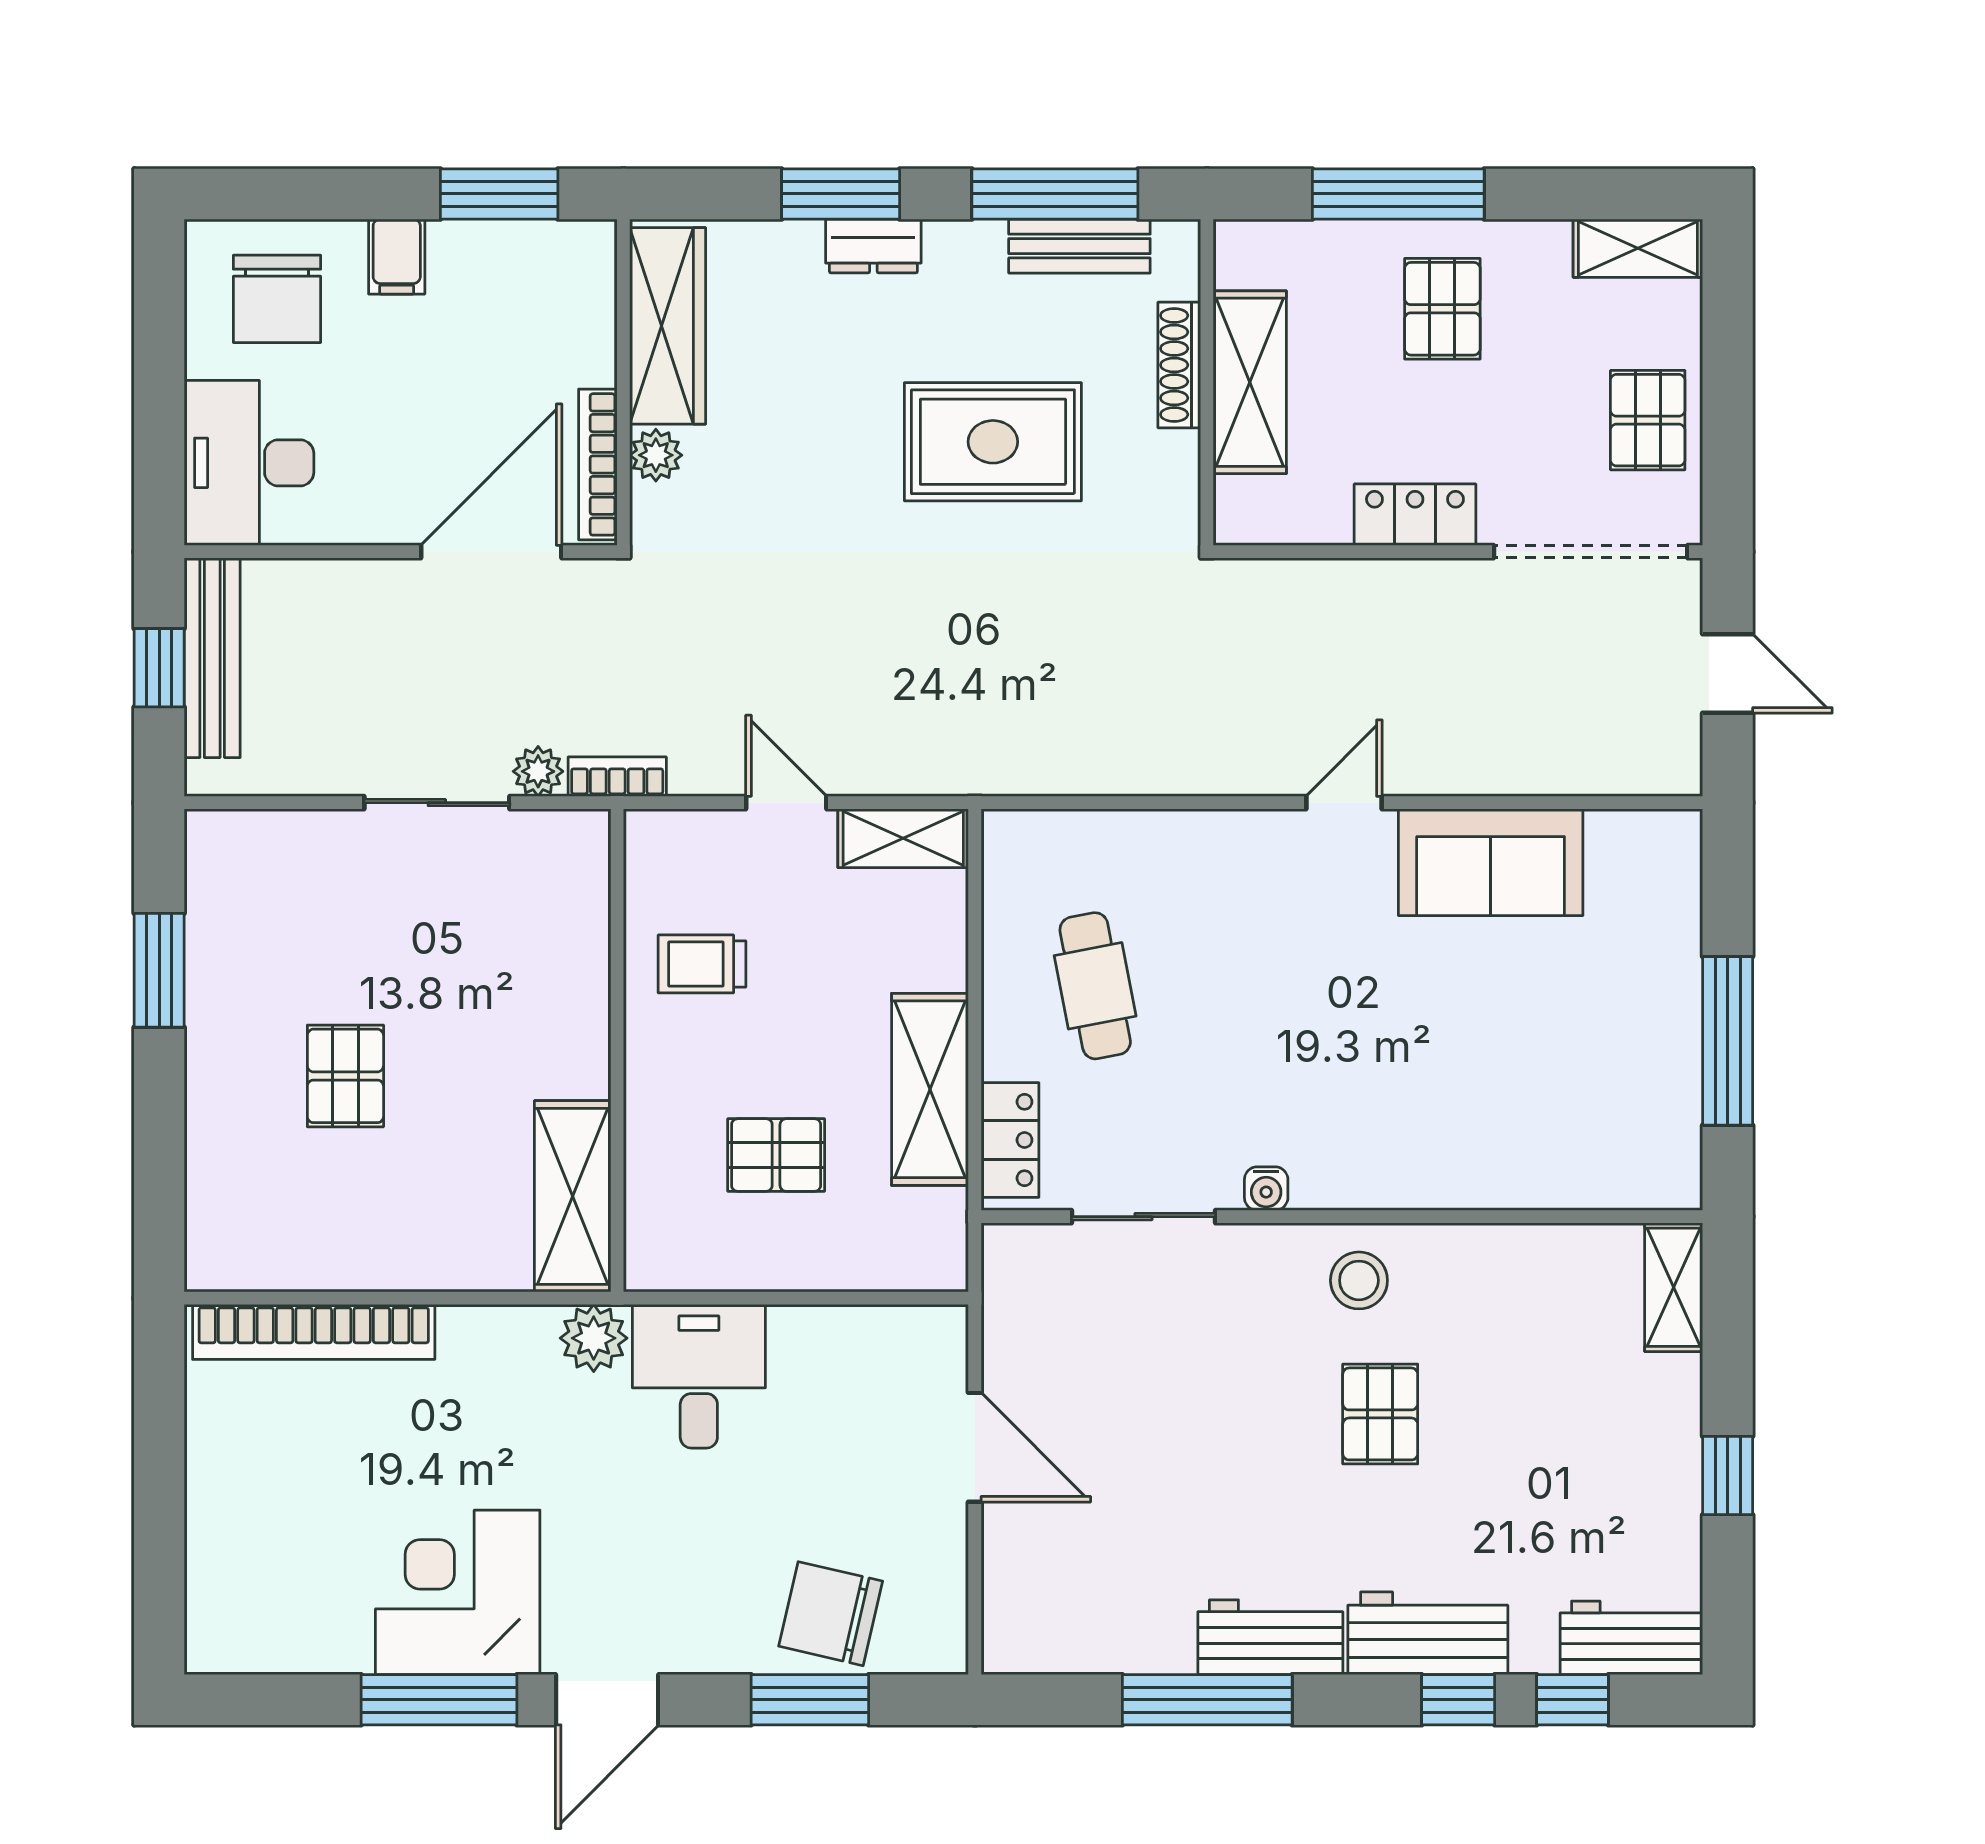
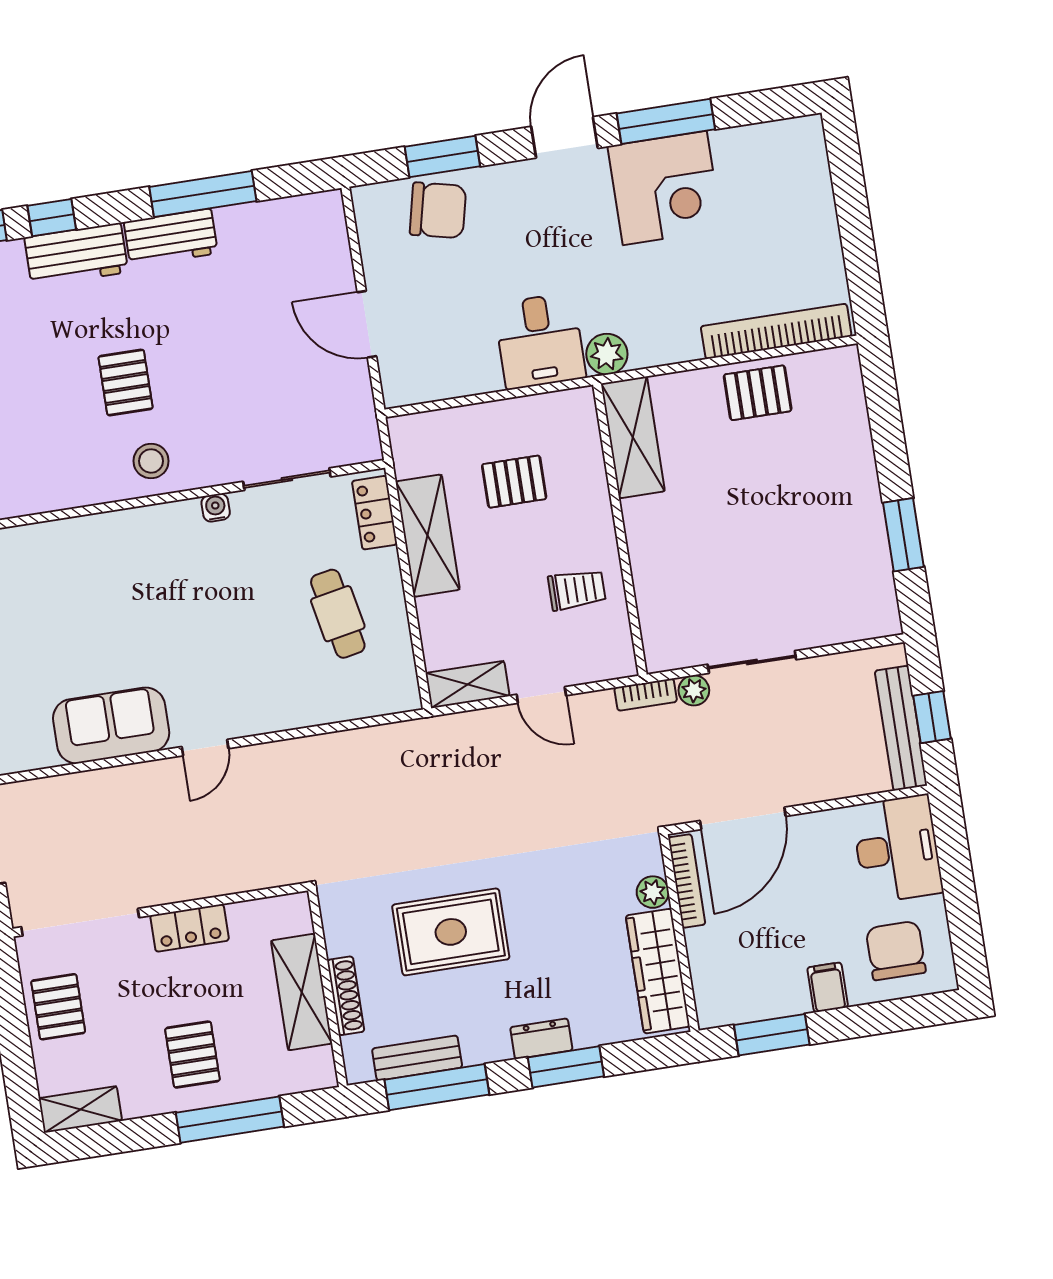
pallet: (345, 1076) -> (758, 393), moved, turned 90

